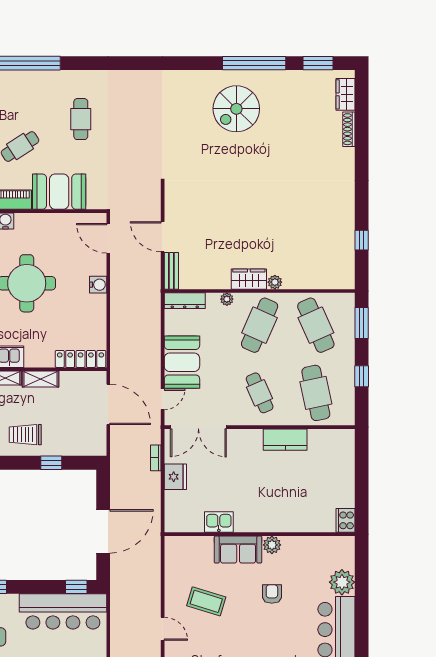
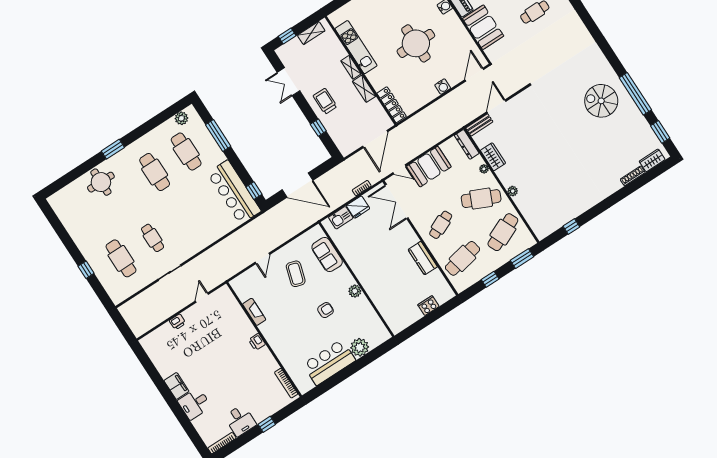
wardrobe: (249, 279) -> (493, 157), moved
cooker: (345, 520) -> (428, 306), moved
kitchen sink: (219, 522) -> (341, 218), moved, turned 90
sofa: (238, 550) -> (327, 255), moved

